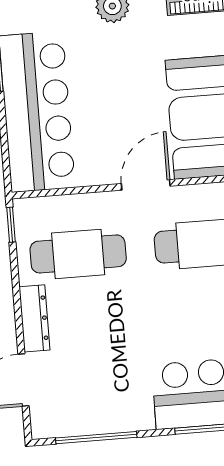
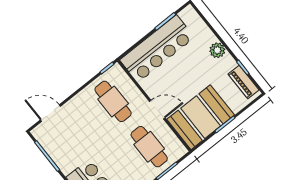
dresser: (34, 318) -> (77, 101), removed

